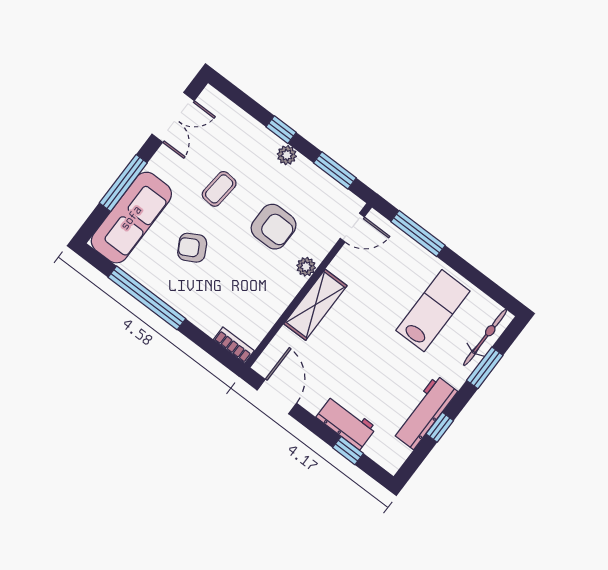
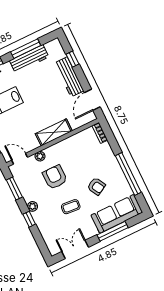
plant: (306, 267) -> (40, 156), moved
workbench: (346, 422) -> (69, 77), width x1.38
window: (440, 427) -> (26, 49), width x2.17

